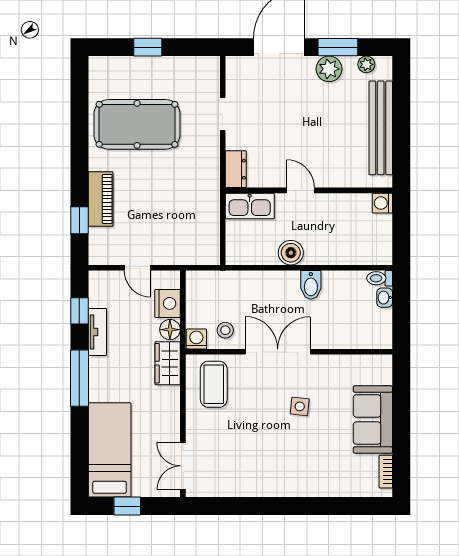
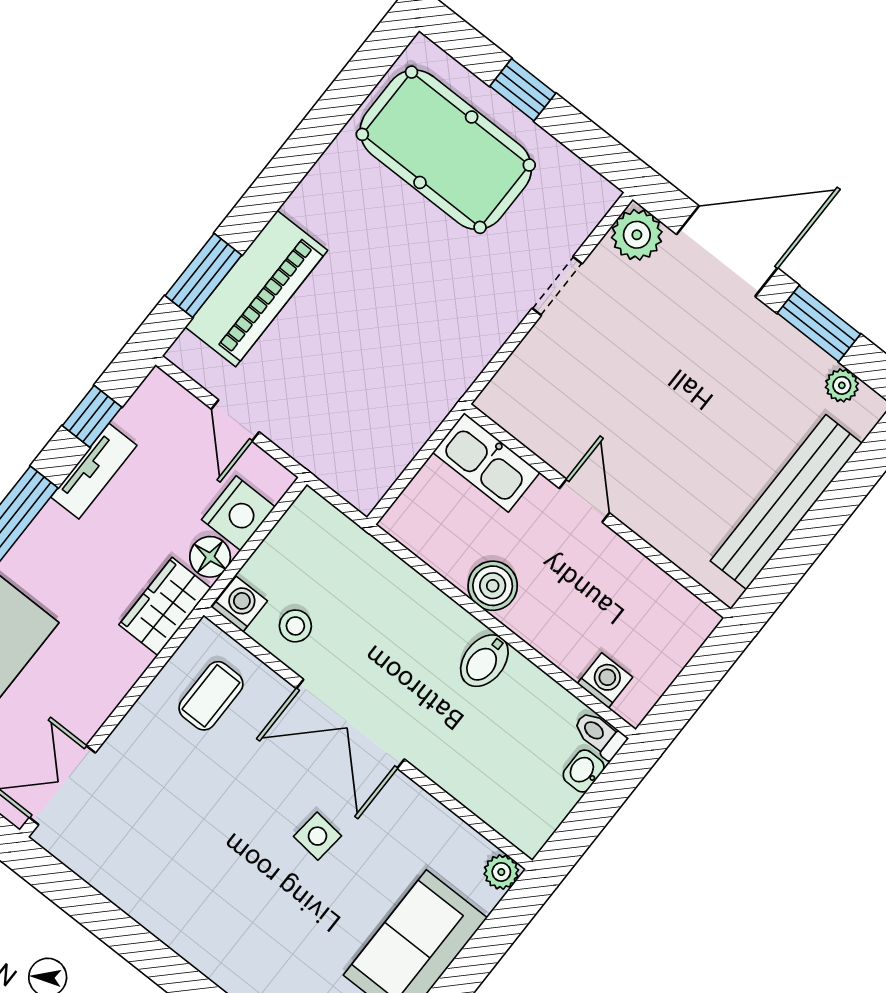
plant: (329, 69) -> (637, 235), moved
pool table: (137, 124) -> (446, 150), moved
dresser: (236, 169) -> (510, 388), removed
piano: (101, 199) -> (256, 289), width x1.37, depth x1.33
washing machine: (382, 203) -> (605, 680), moved, turned 90
window: (79, 220) -> (203, 275), width x1.50
double door: (278, 352) -> (350, 724), swing flipped
plant: (384, 363) -> (501, 872), added
coffee table: (214, 384) -> (211, 696), width x0.73, depth x0.77

